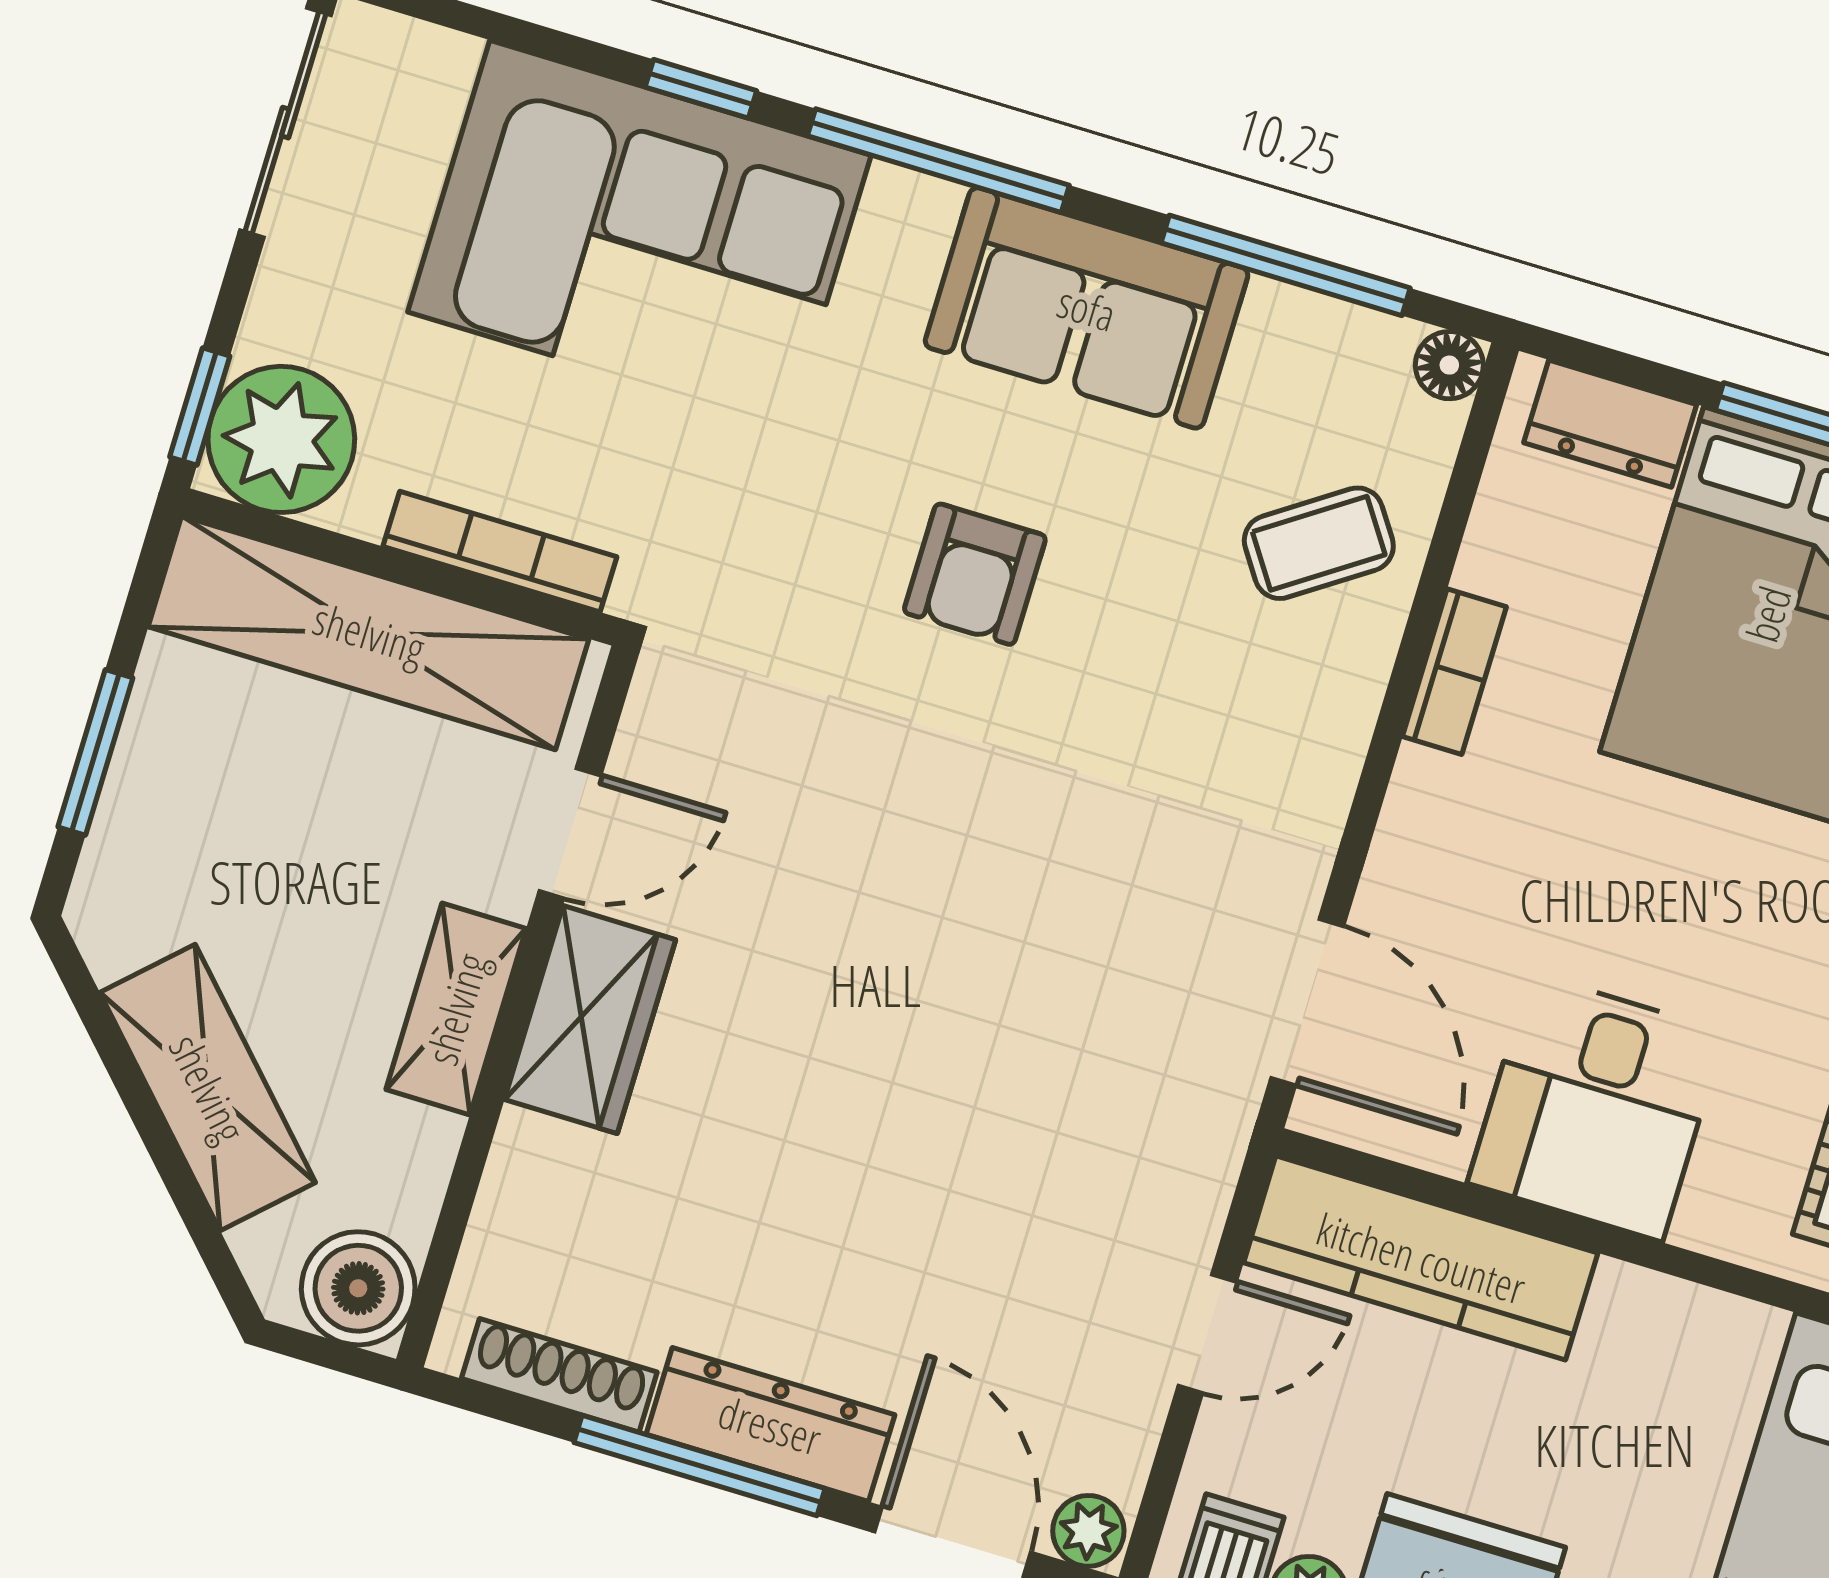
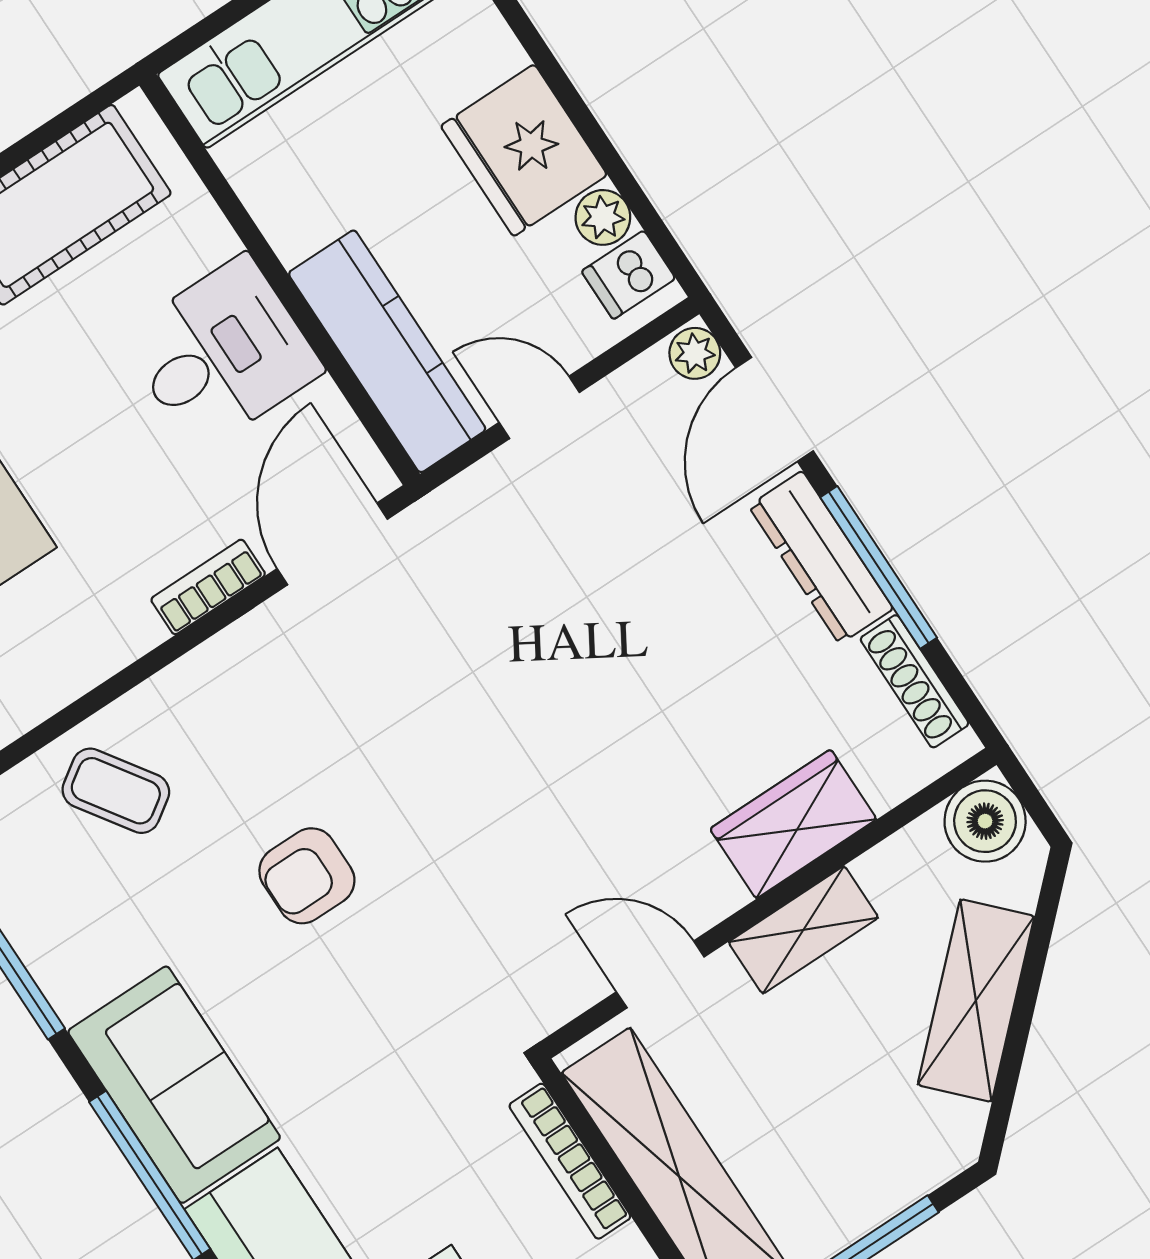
sofa: (1087, 308) -> (174, 1085), moved
armchair: (975, 574) -> (307, 876), moved, turned 180
bookcase: (1454, 672) -> (208, 587), moved
wardrobe: (590, 1020) -> (793, 824), moved

